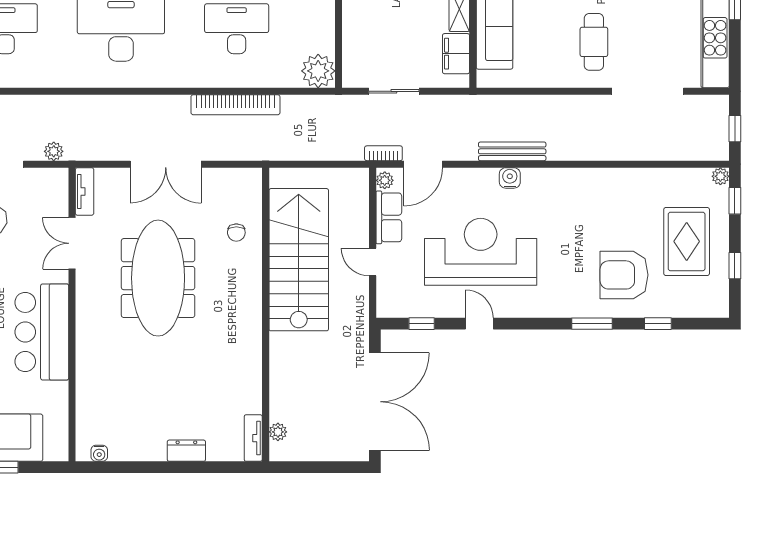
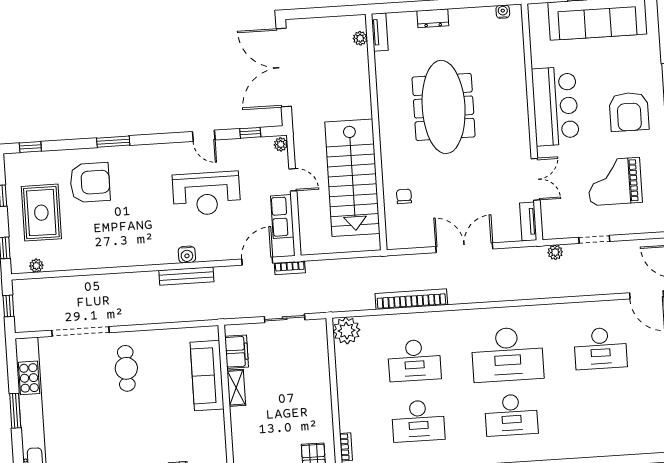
plant: (720, 176) -> (36, 266), moved
plant: (385, 180) -> (281, 144), moved
reception desk: (481, 252) -> (206, 194), width x0.74, depth x0.77
meeting table: (158, 278) -> (444, 107), moved
window: (658, 324) -> (30, 147), moved

